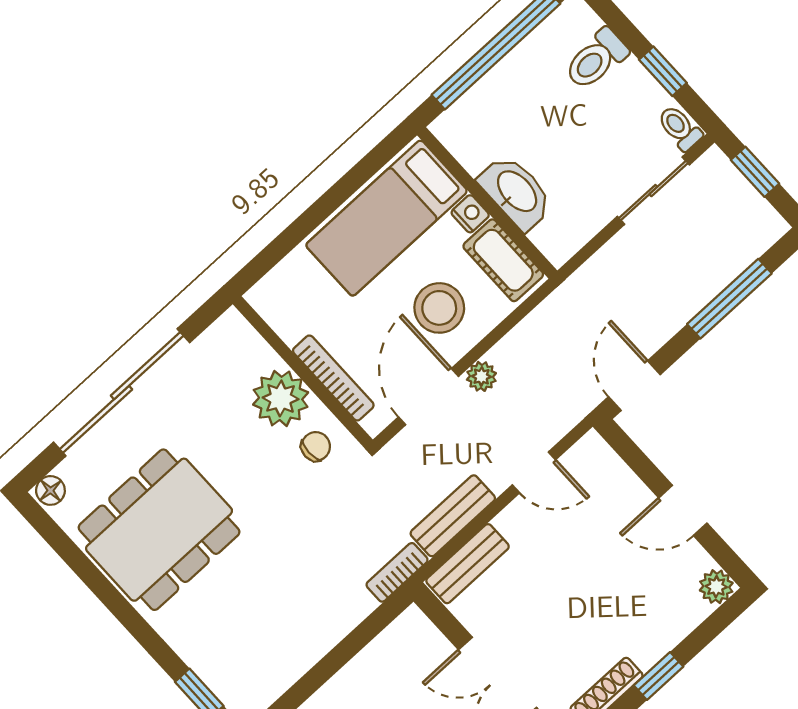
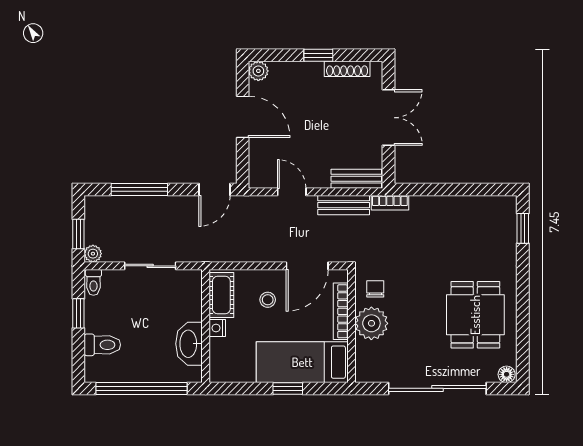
sliding door: (653, 191) -> (150, 266), moved
washbasin: (516, 192) -> (189, 344), moved
bed: (387, 218) -> (302, 362), moved, turned 180
window: (311, 219) -> (288, 388), added
stool: (439, 308) -> (268, 300), width x0.53, depth x0.53
plant: (481, 376) -> (93, 254), moved
chair: (316, 446) -> (375, 289), turned 90
door: (683, 510) -> (243, 117), width x1.38
dining table: (159, 530) -> (475, 315), width x0.73

